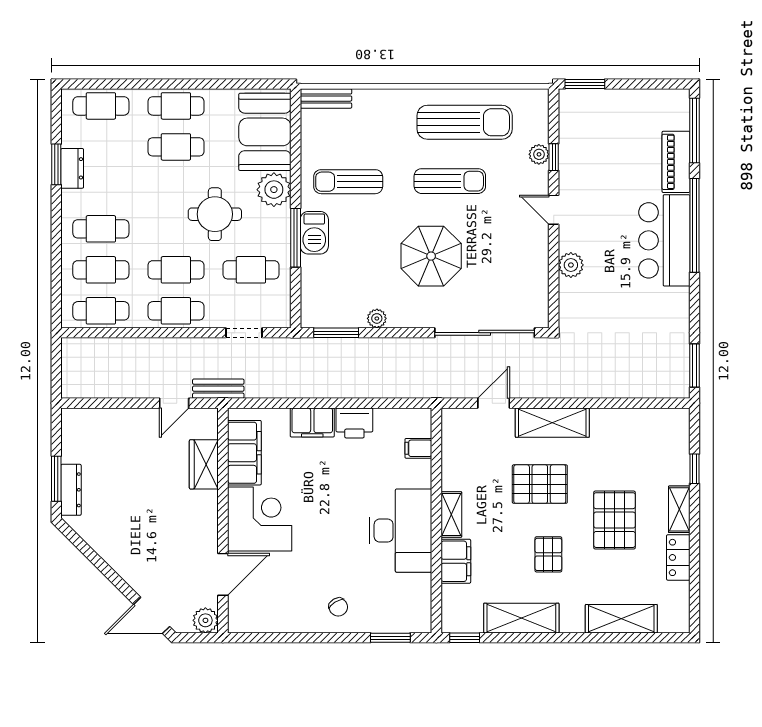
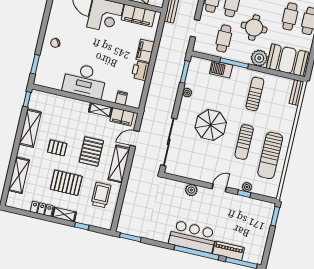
barbecue: (314, 233) -> (221, 69), moved
door: (494, 403) -> (135, 138), swing flipped
trolley: (623, 444) -> (101, 195), added
shelving: (451, 514) -> (100, 110), moved
filing cabinet: (456, 561) -> (122, 117), moved

